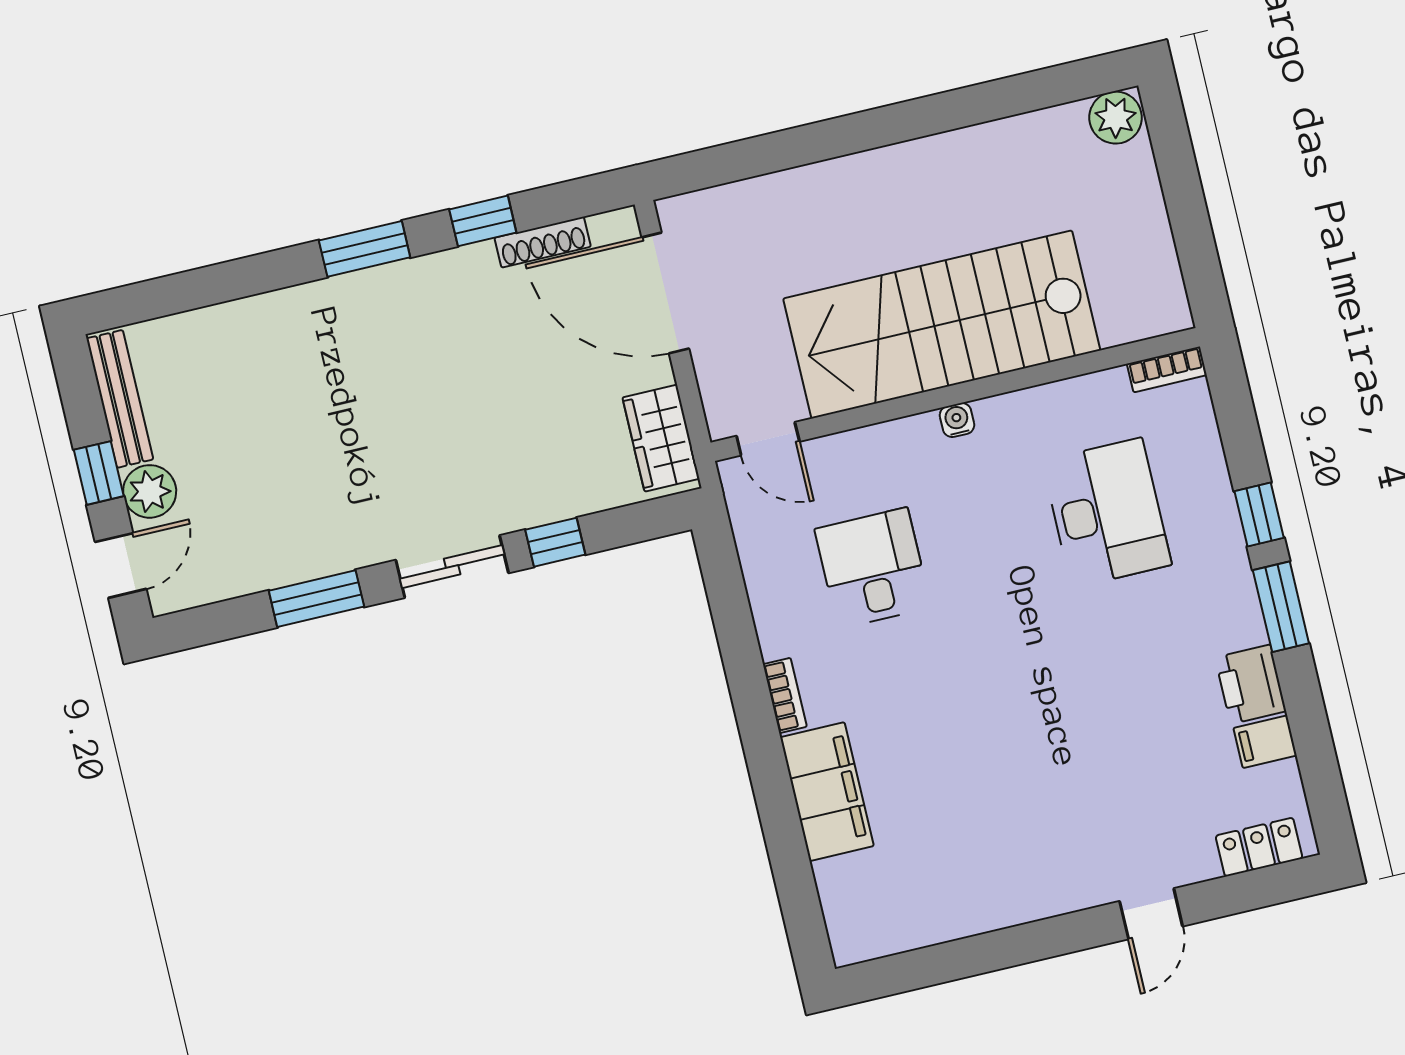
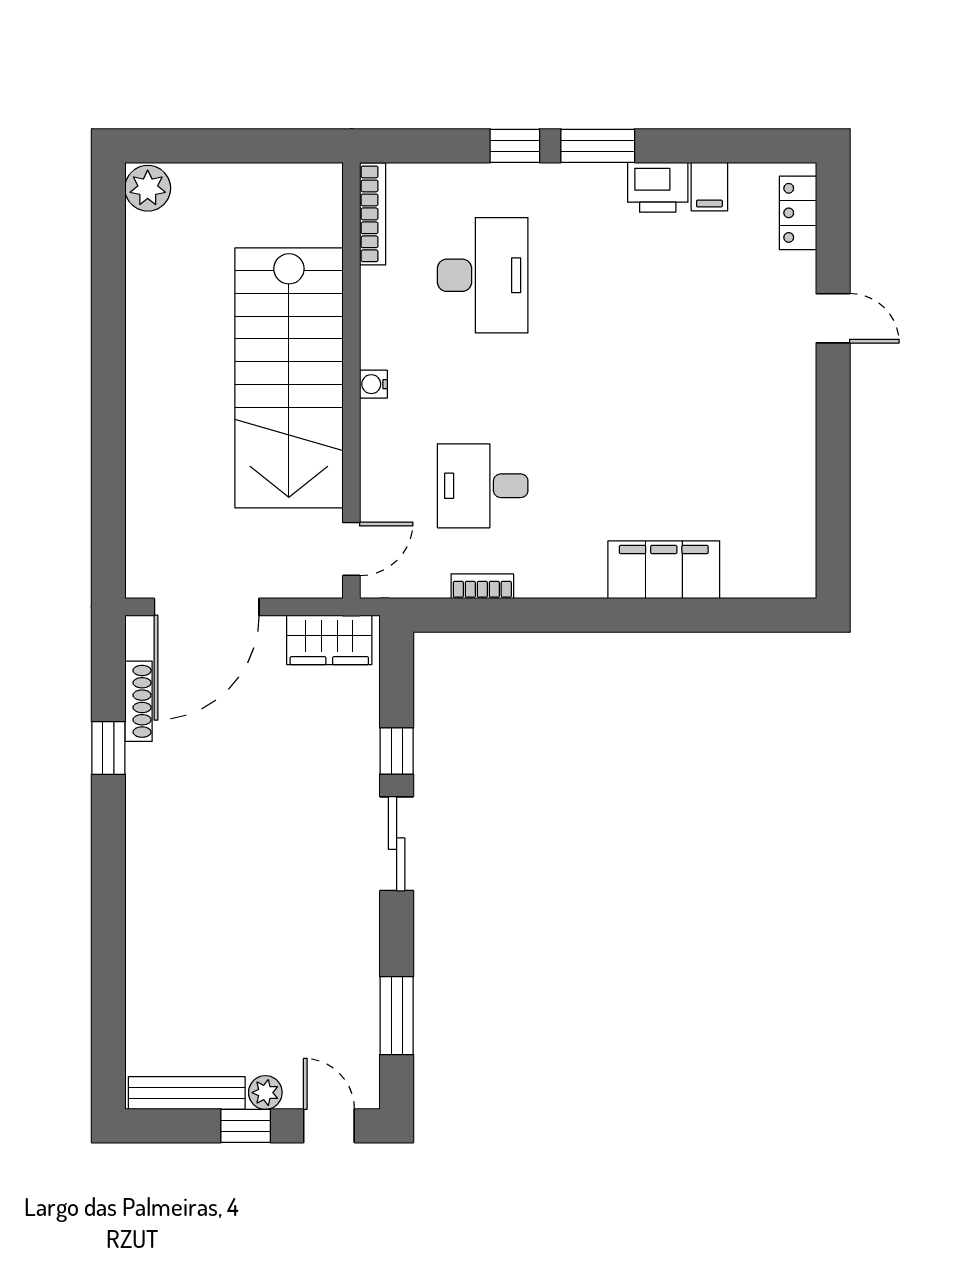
window: (365, 249) -> (108, 854), removed
bookcase: (1167, 370) -> (373, 214), width x1.56
plant: (150, 491) -> (265, 1093), width x0.73, depth x0.73
desk: (1107, 513) -> (483, 275), turned 90
window: (316, 599) -> (397, 1016), moved
bookcase: (785, 695) -> (482, 586), moved

